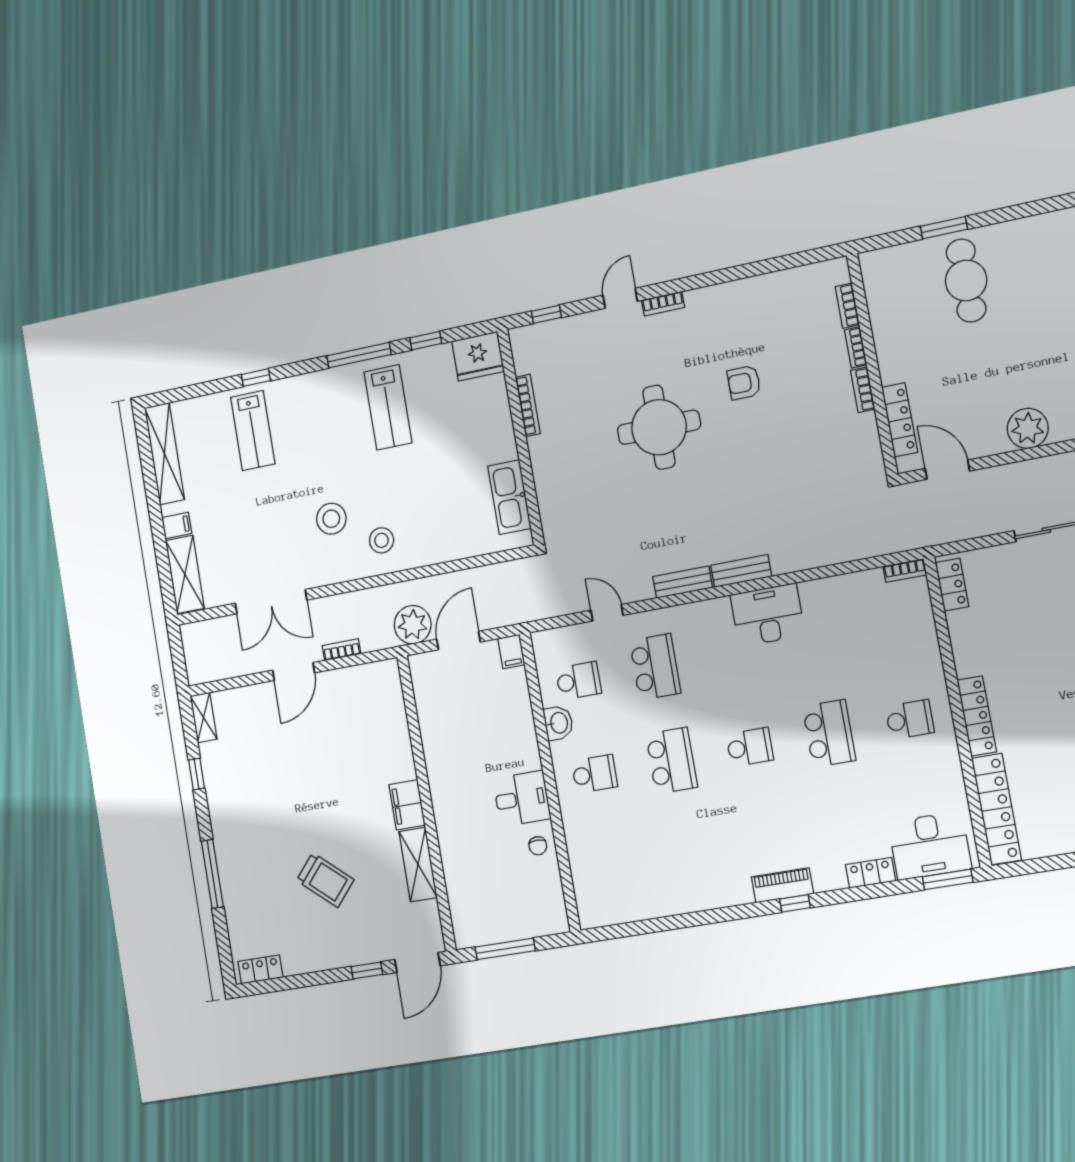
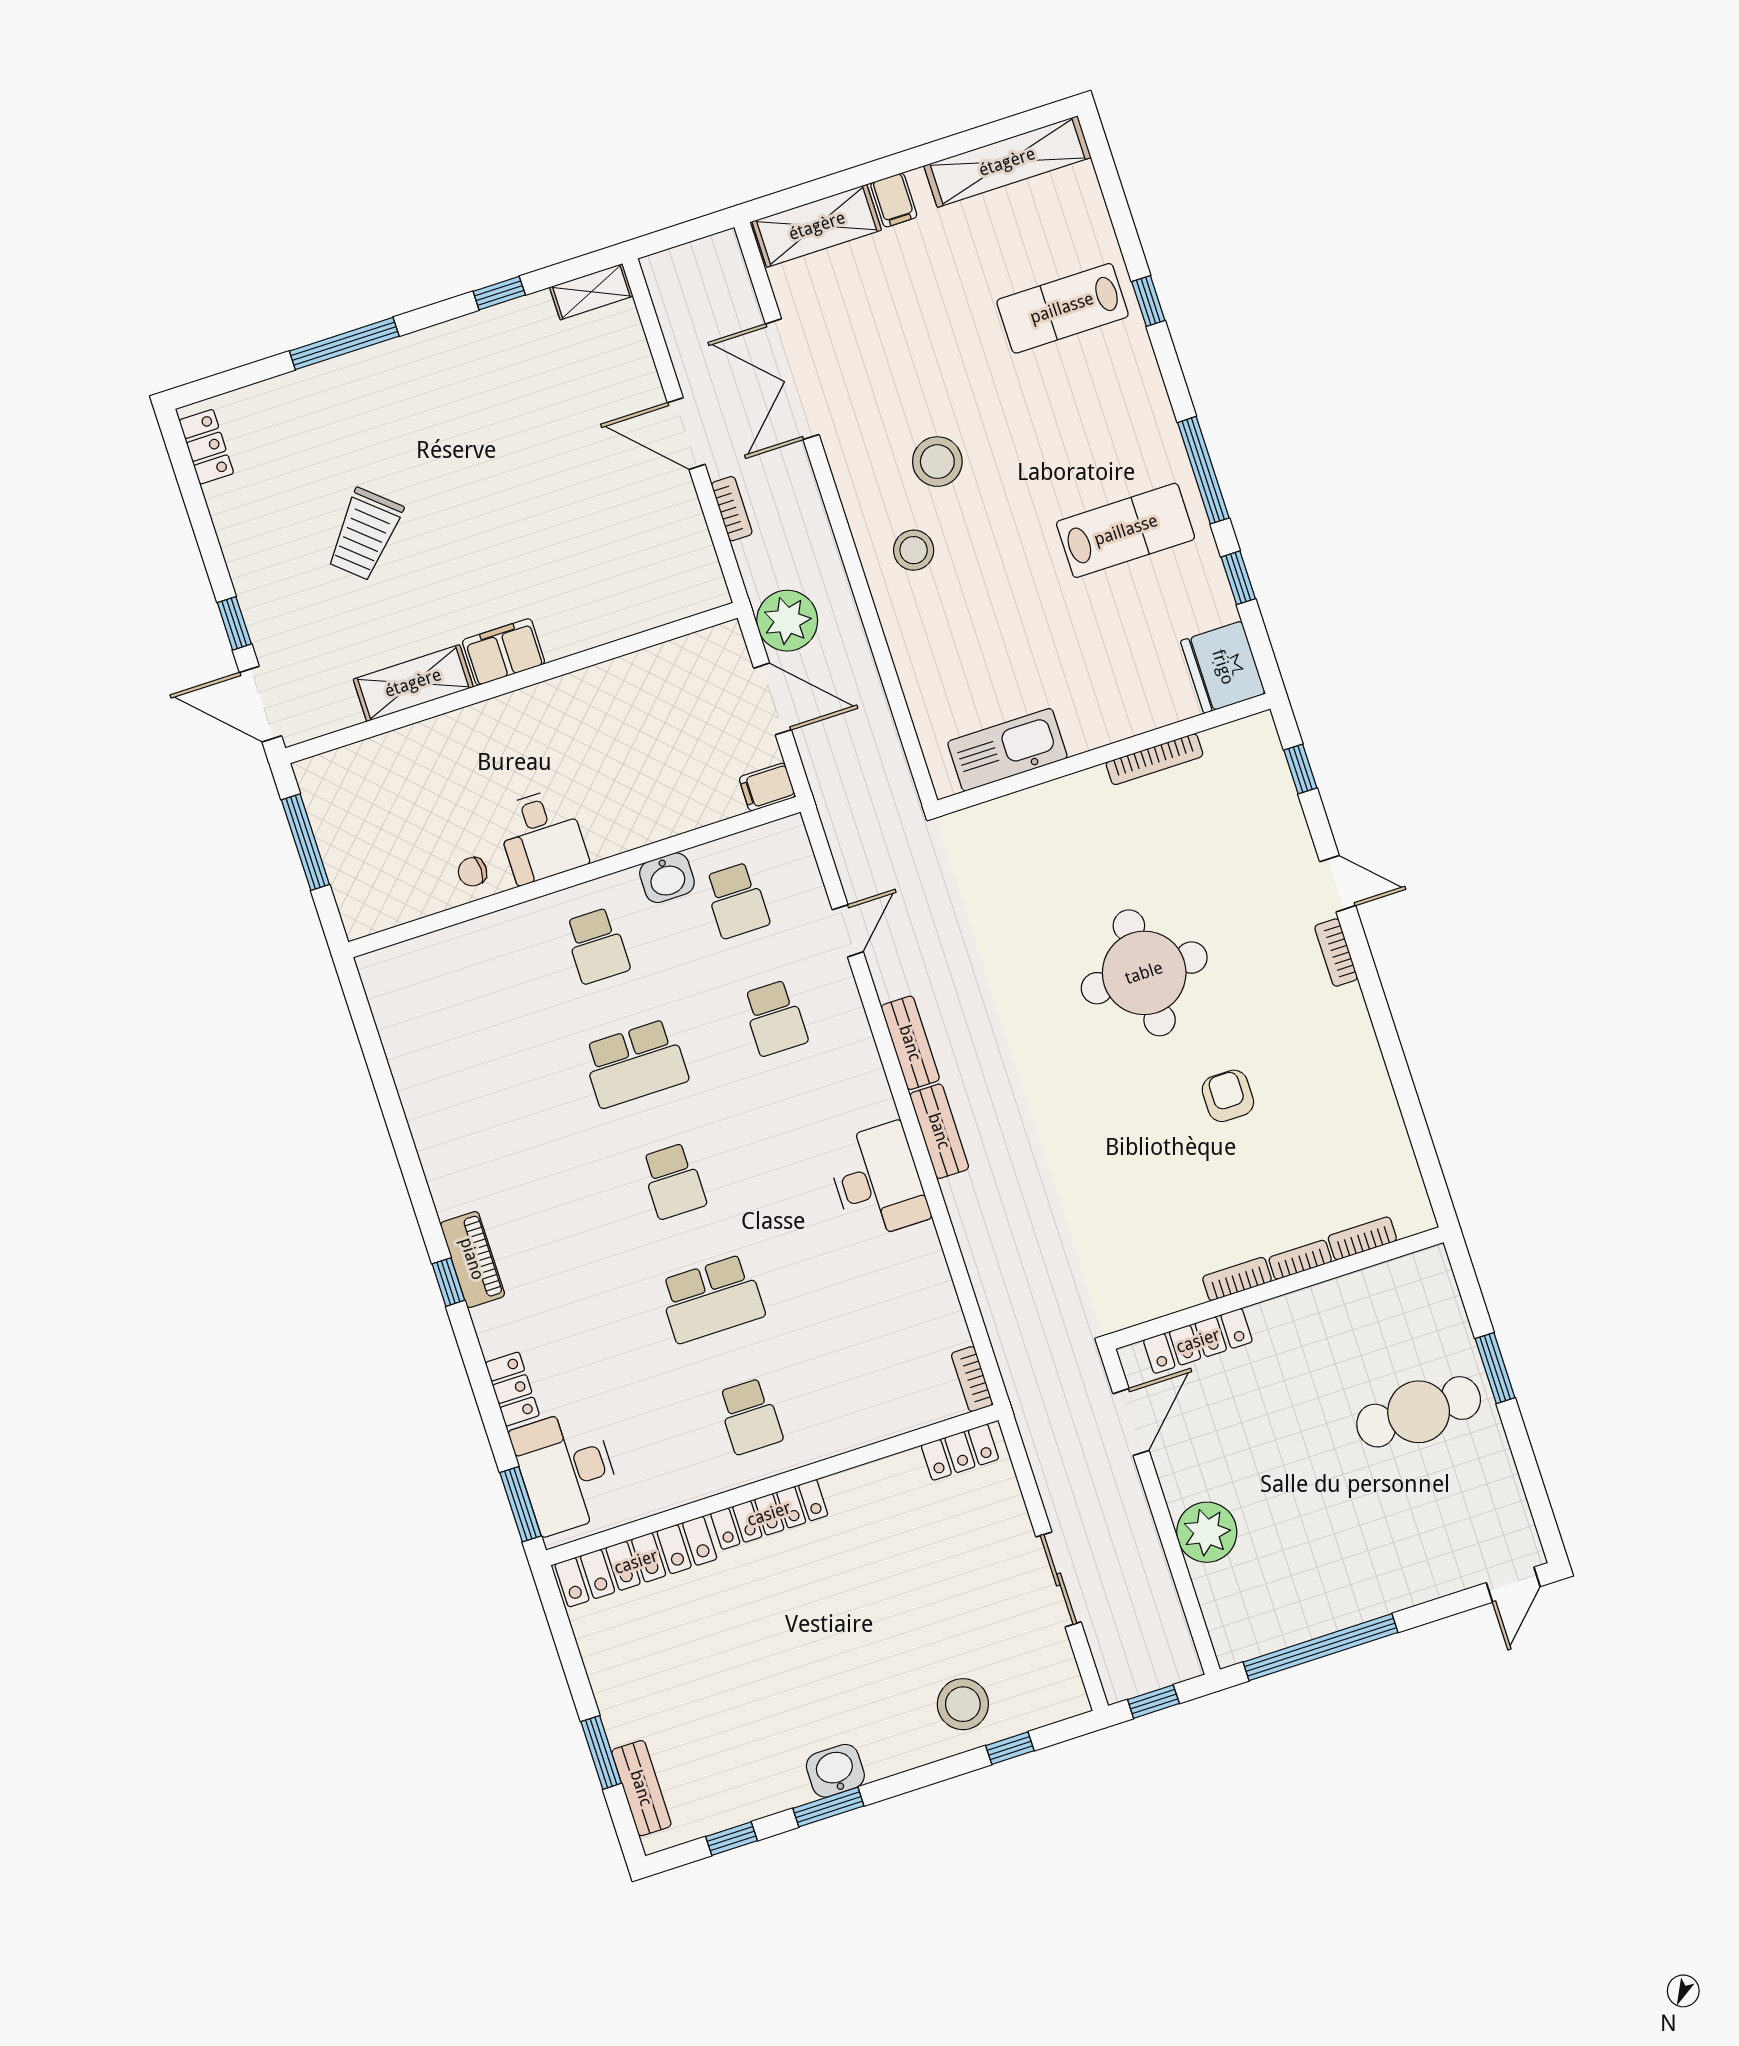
lab bench: (388, 407) -> (1126, 530), turned 180
school desk: (655, 667) -> (775, 1018), width x0.54

